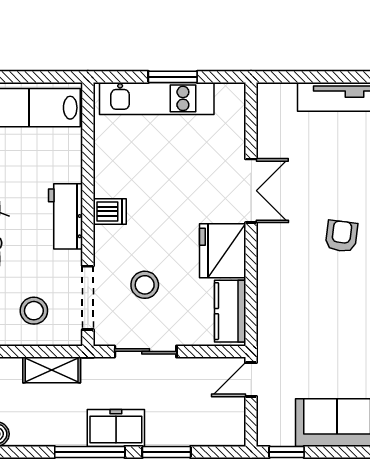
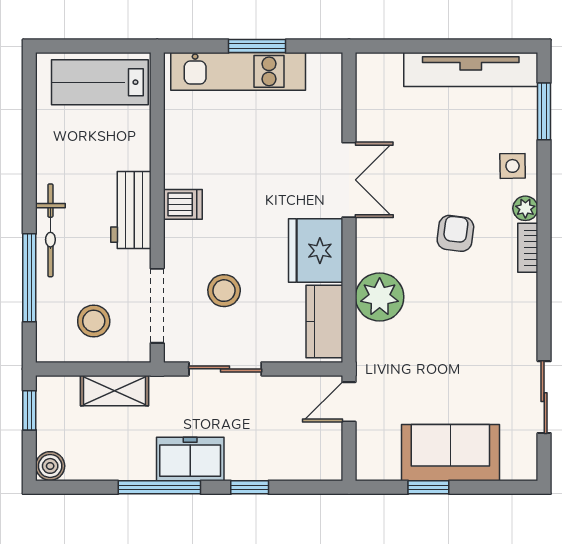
plant: (277, 290) -> (380, 297), added
window: (166, 452) -> (250, 487), width x0.67
window: (287, 452) -> (428, 487), moved

